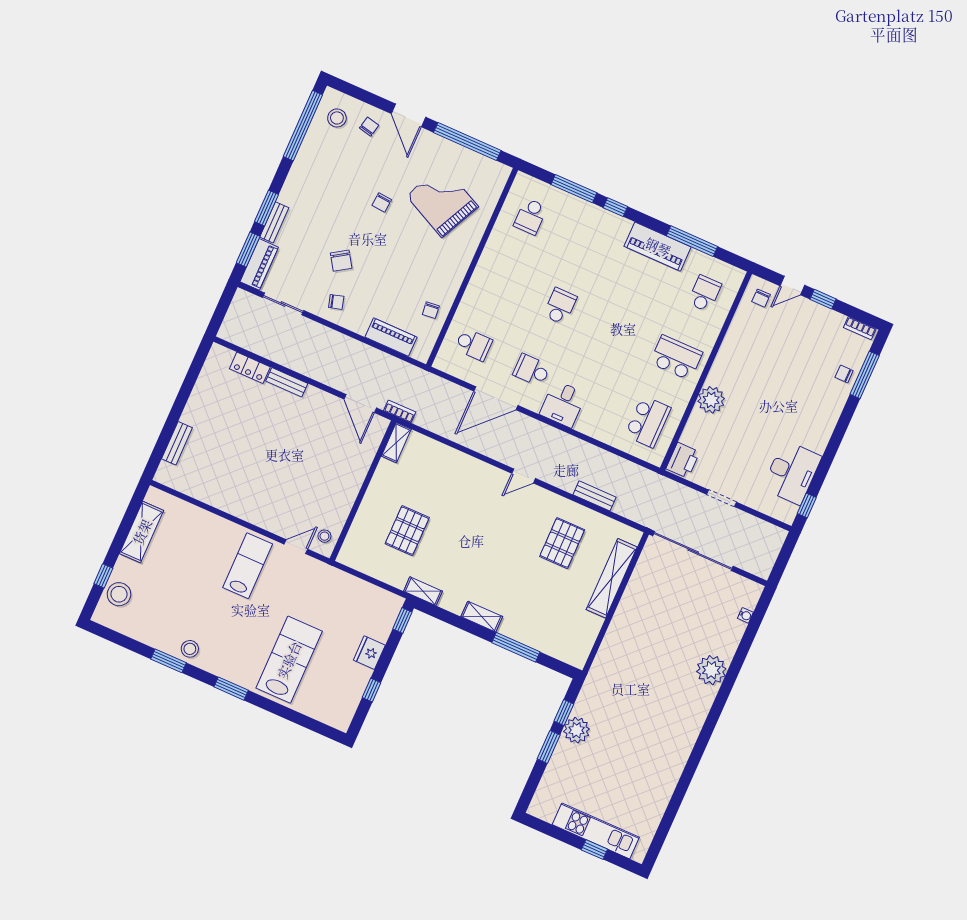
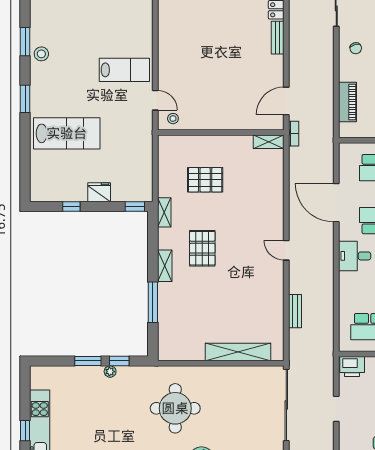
pallet: (562, 543) -> (202, 248), moved, turned 90
round table: (643, 674) -> (175, 408), added
plant: (577, 730) -> (110, 372), width x0.53, depth x0.53

